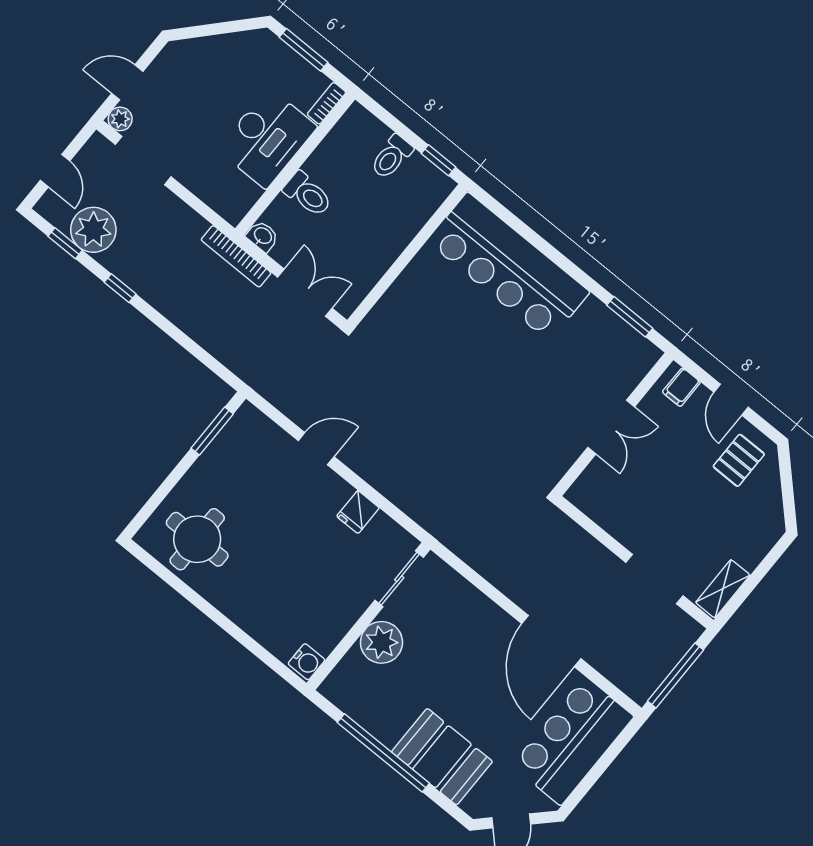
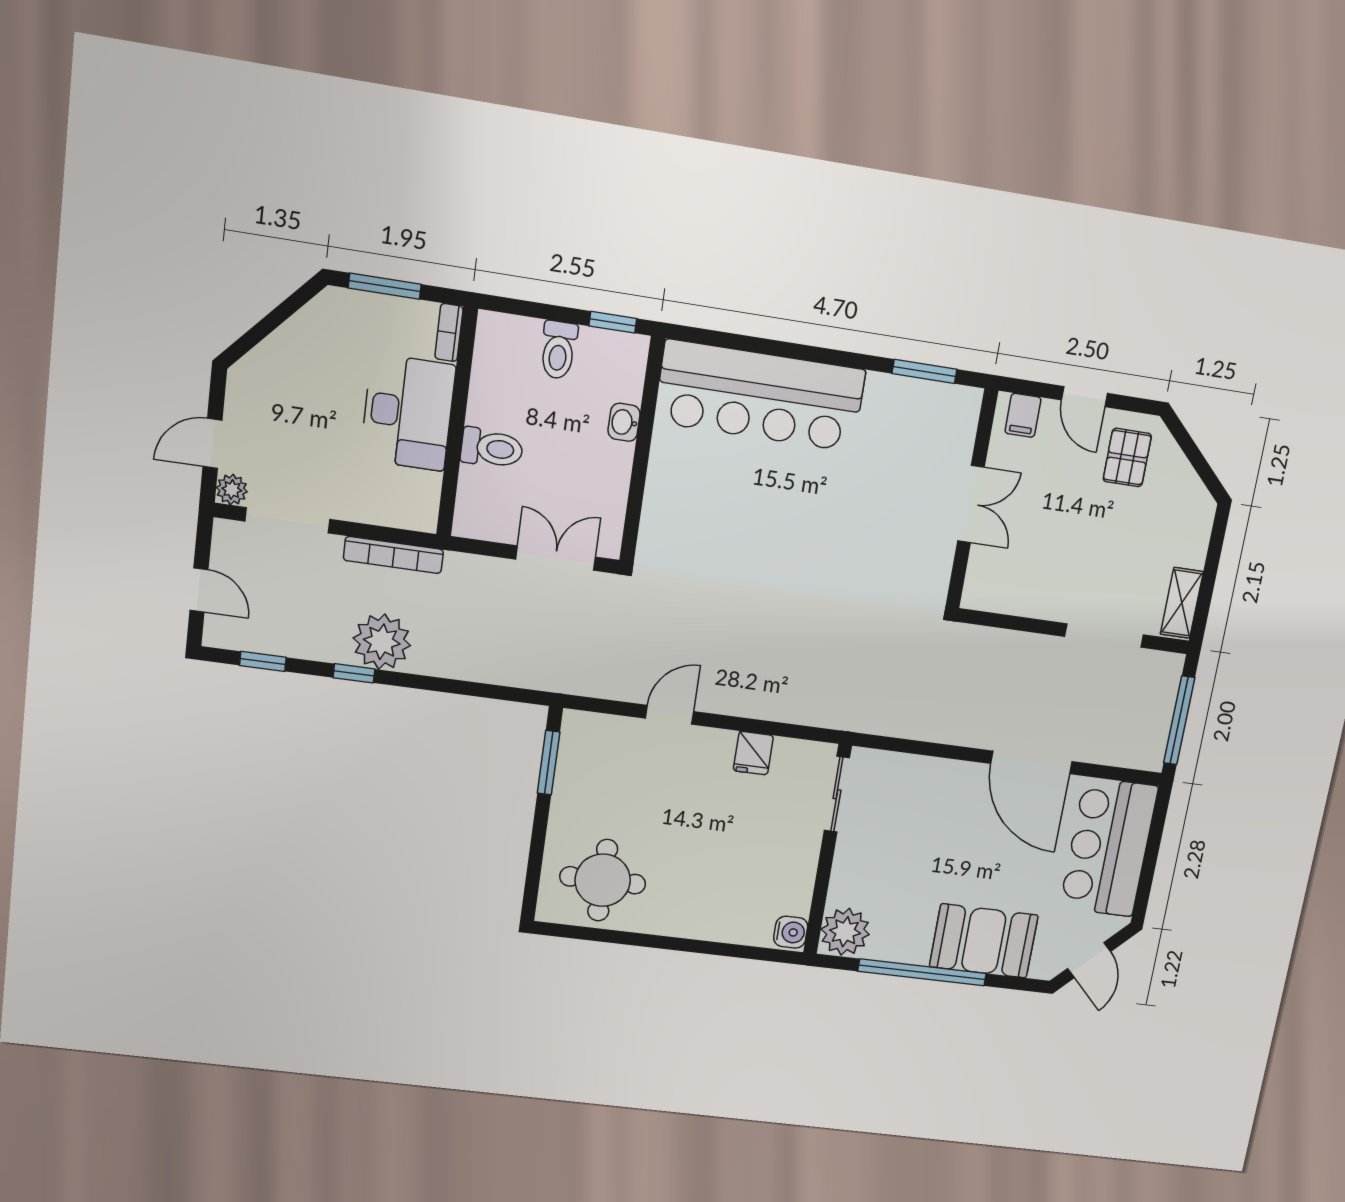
plant: (93, 230) -> (382, 642), moved
washbasin: (263, 236) -> (624, 422), moved, turned -90
bookcase: (236, 256) -> (393, 555), moved
plant: (381, 642) -> (845, 932), moved

